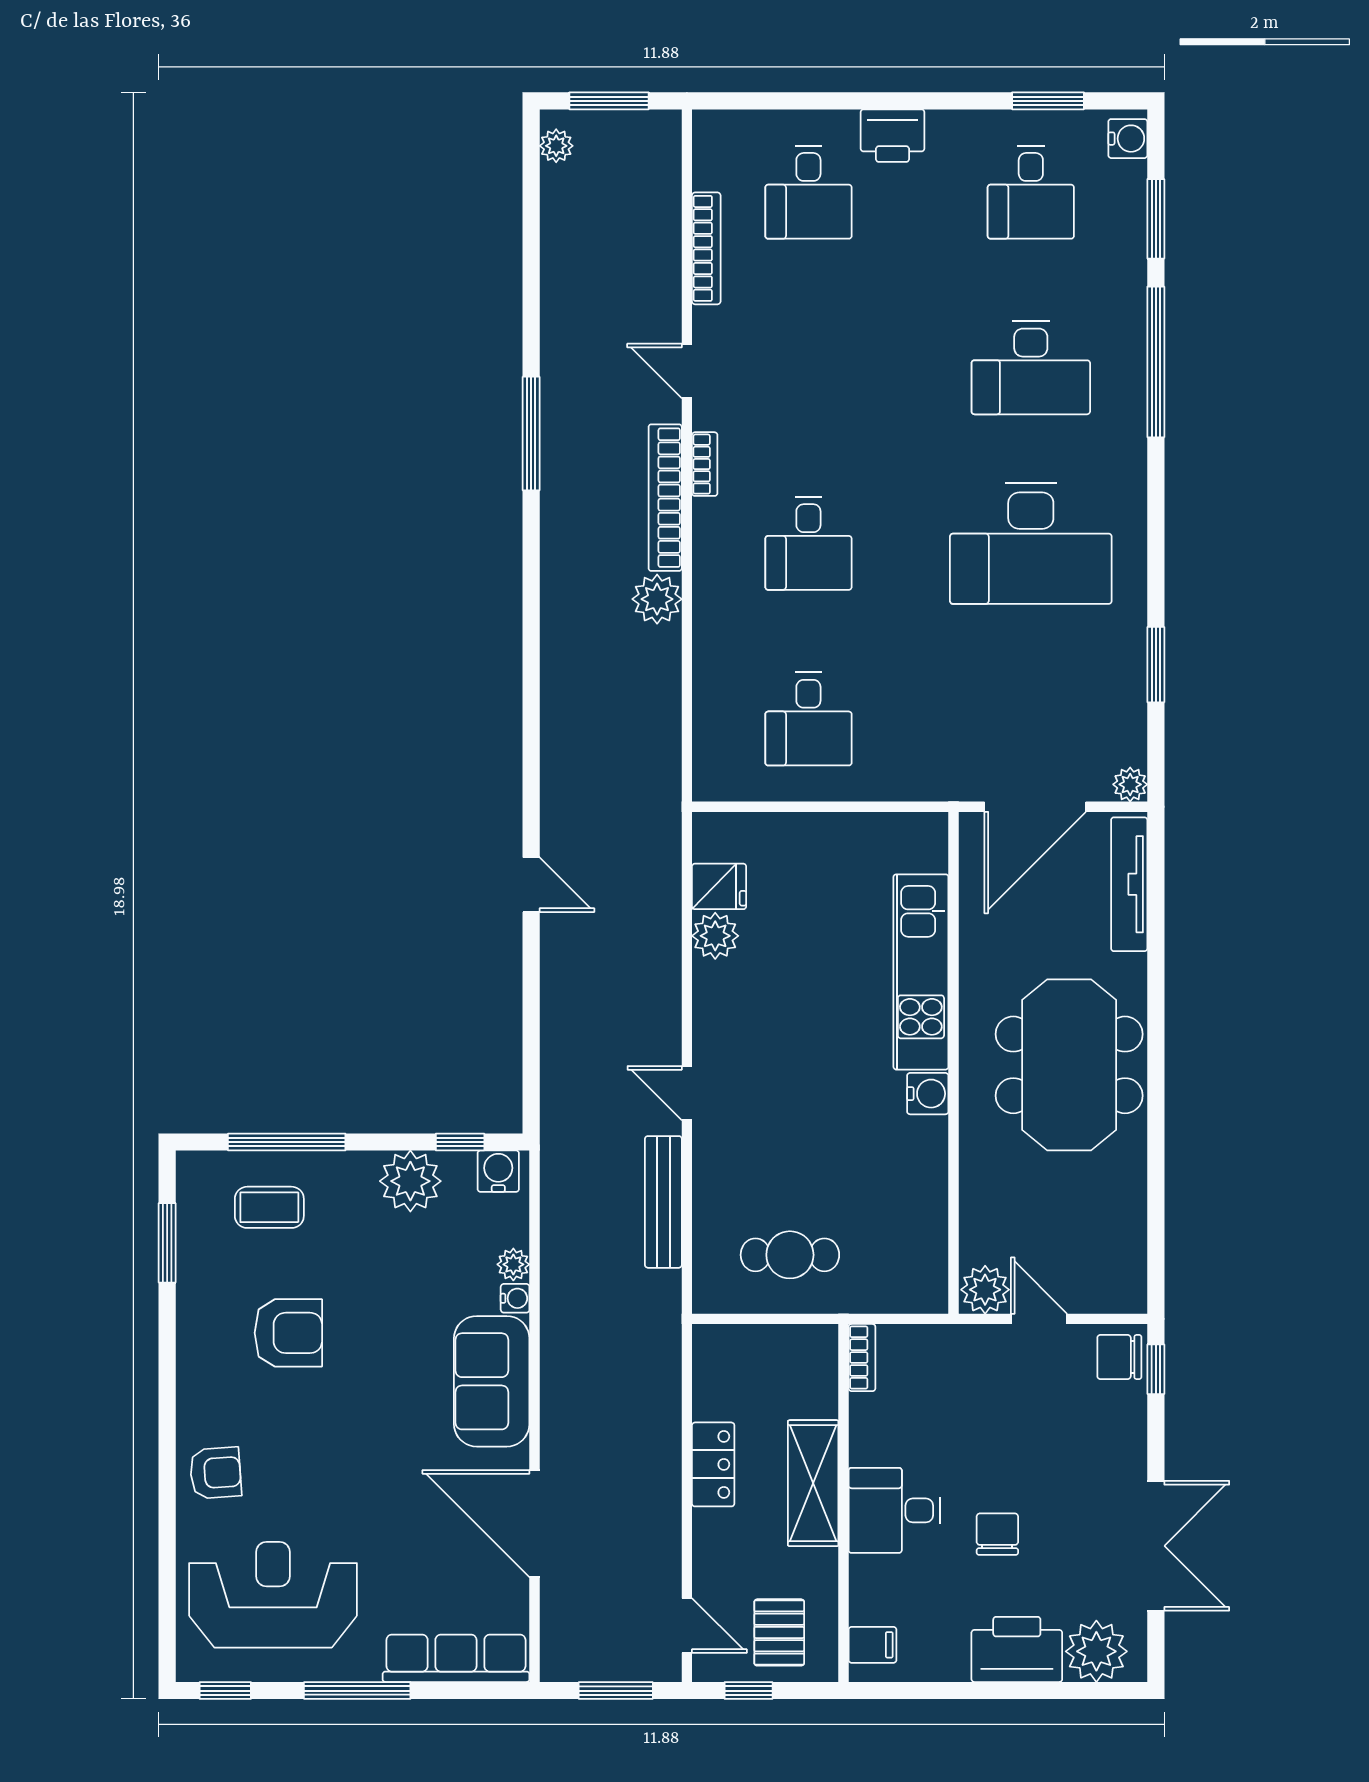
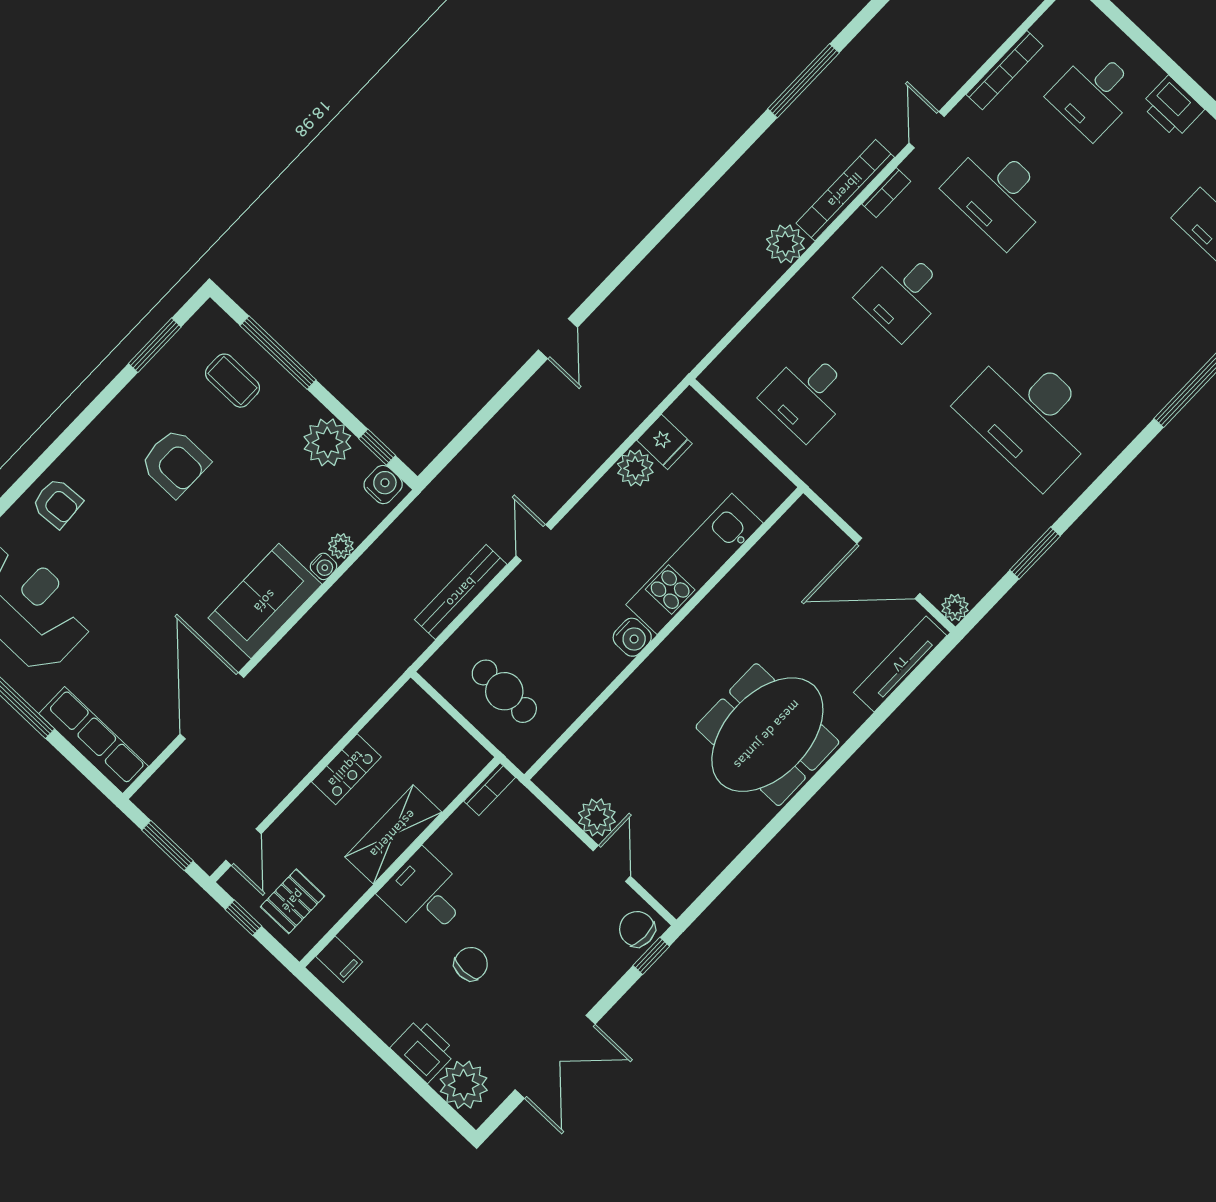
desk: (1031, 368) -> (998, 194), moved
kitchen unit: (921, 972) -> (695, 564), moved
wall: (954, 1063) -> (664, 634), moved
water cooler: (928, 1094) -> (632, 637), moved
printer: (1017, 1649) -> (423, 1050), width x0.73, depth x0.84

